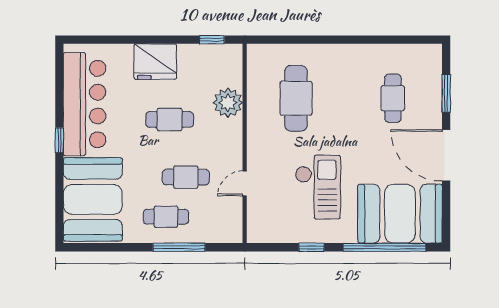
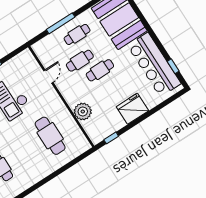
cafe table: (170, 120) -> (100, 70), moved
window: (59, 140) -> (173, 66), moved

